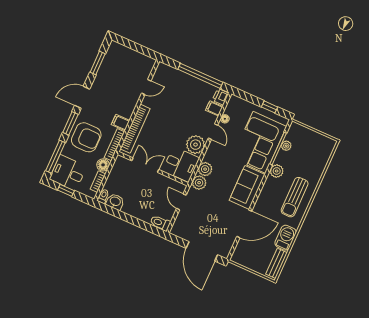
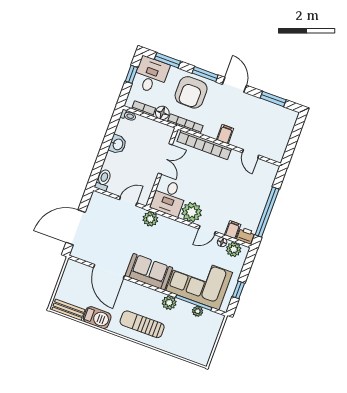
filing cabinet: (121, 123) -> (225, 134), moved
window: (55, 157) -> (167, 60), width x0.69
plant: (205, 169) -> (234, 249), moved
washbasin: (115, 202) -> (118, 144), moved

